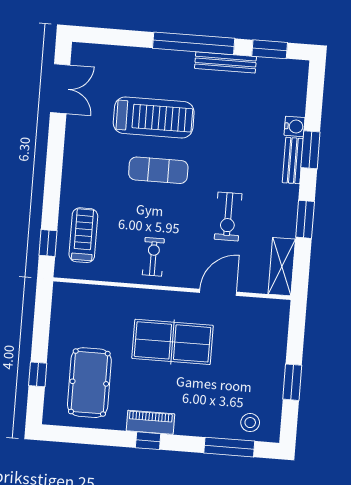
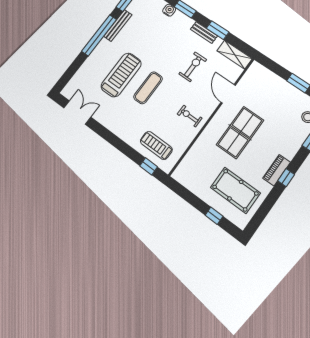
bench: (293, 161) -> (204, 33), moved
exercise bike: (228, 217) -> (193, 67), turned -90

